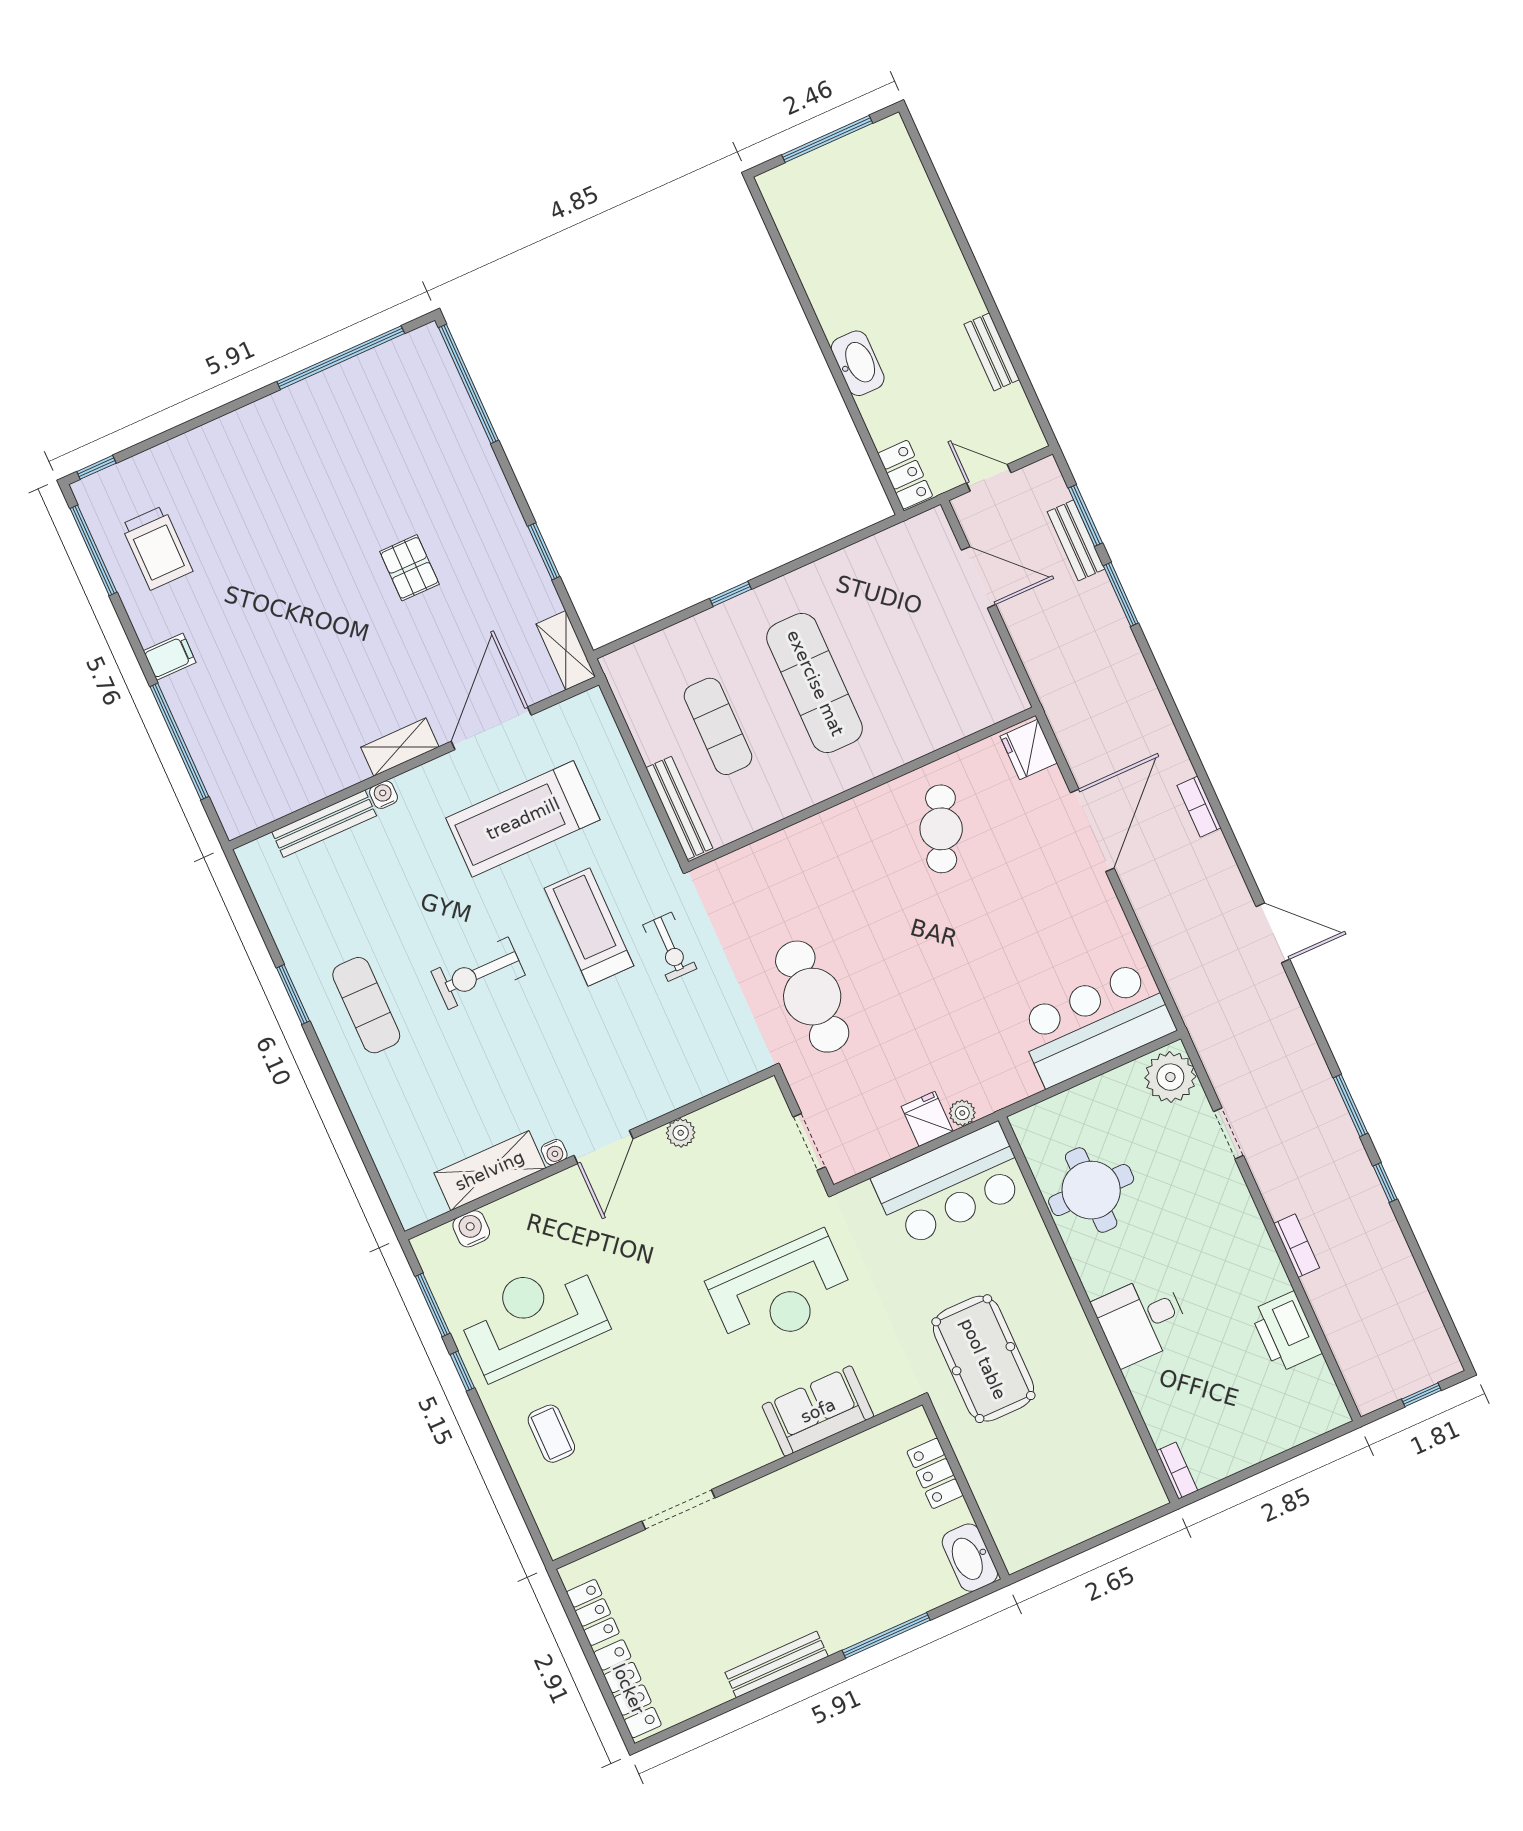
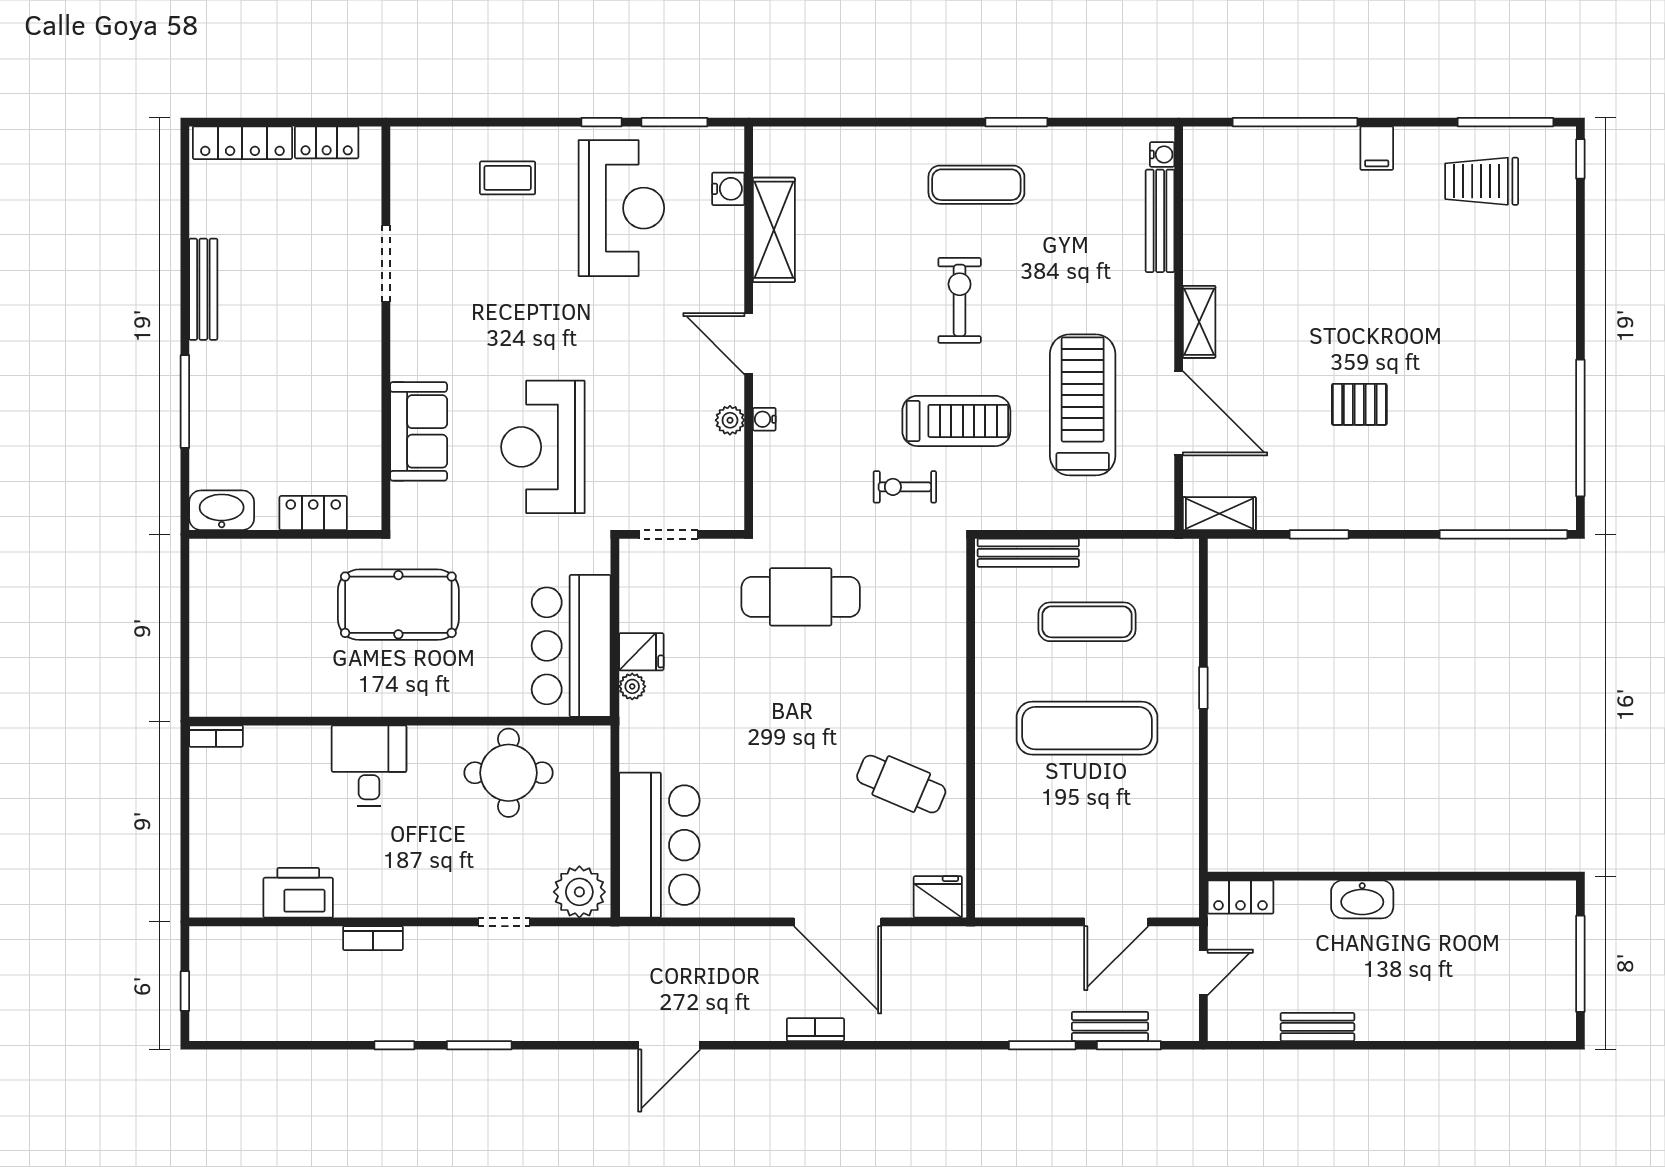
water cooler: (383, 795) -> (1162, 154), moved
water cooler: (554, 1152) -> (764, 419), moved

